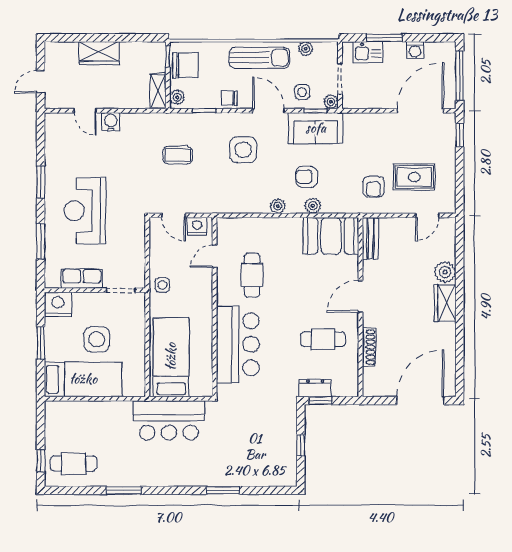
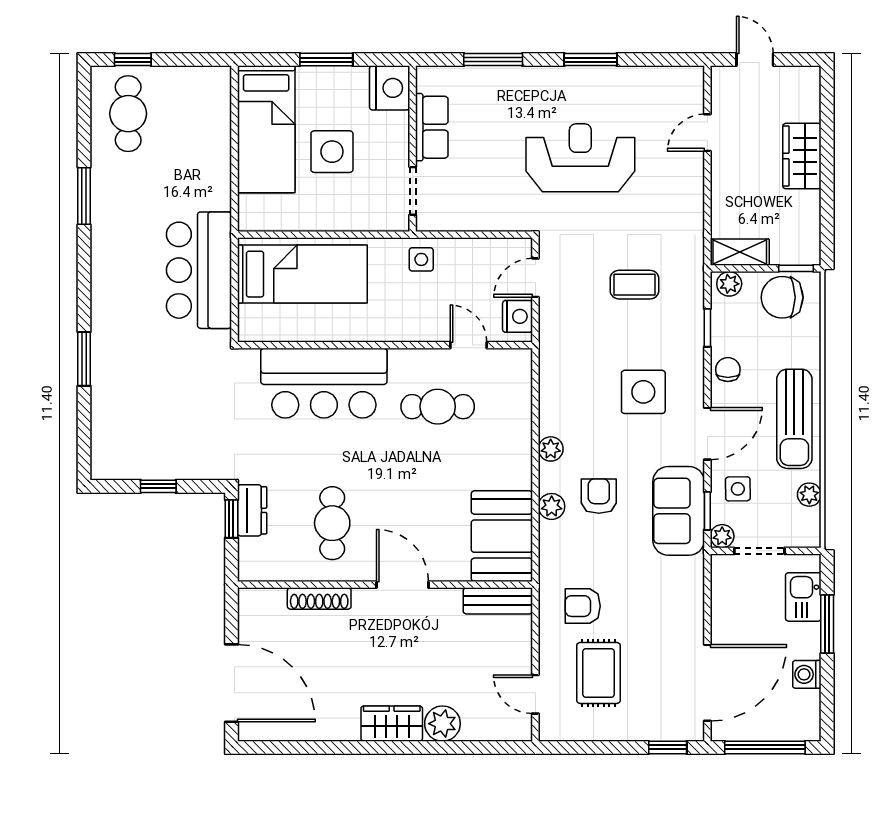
chair: (185, 65) -> (782, 297), turned 90
door: (420, 111) -> (707, 683), hinge flipped
water cooler: (111, 122) -> (689, 175), removed
coffee table: (178, 155) -> (634, 285), turned 90
reception desk: (85, 211) -> (580, 158), moved

